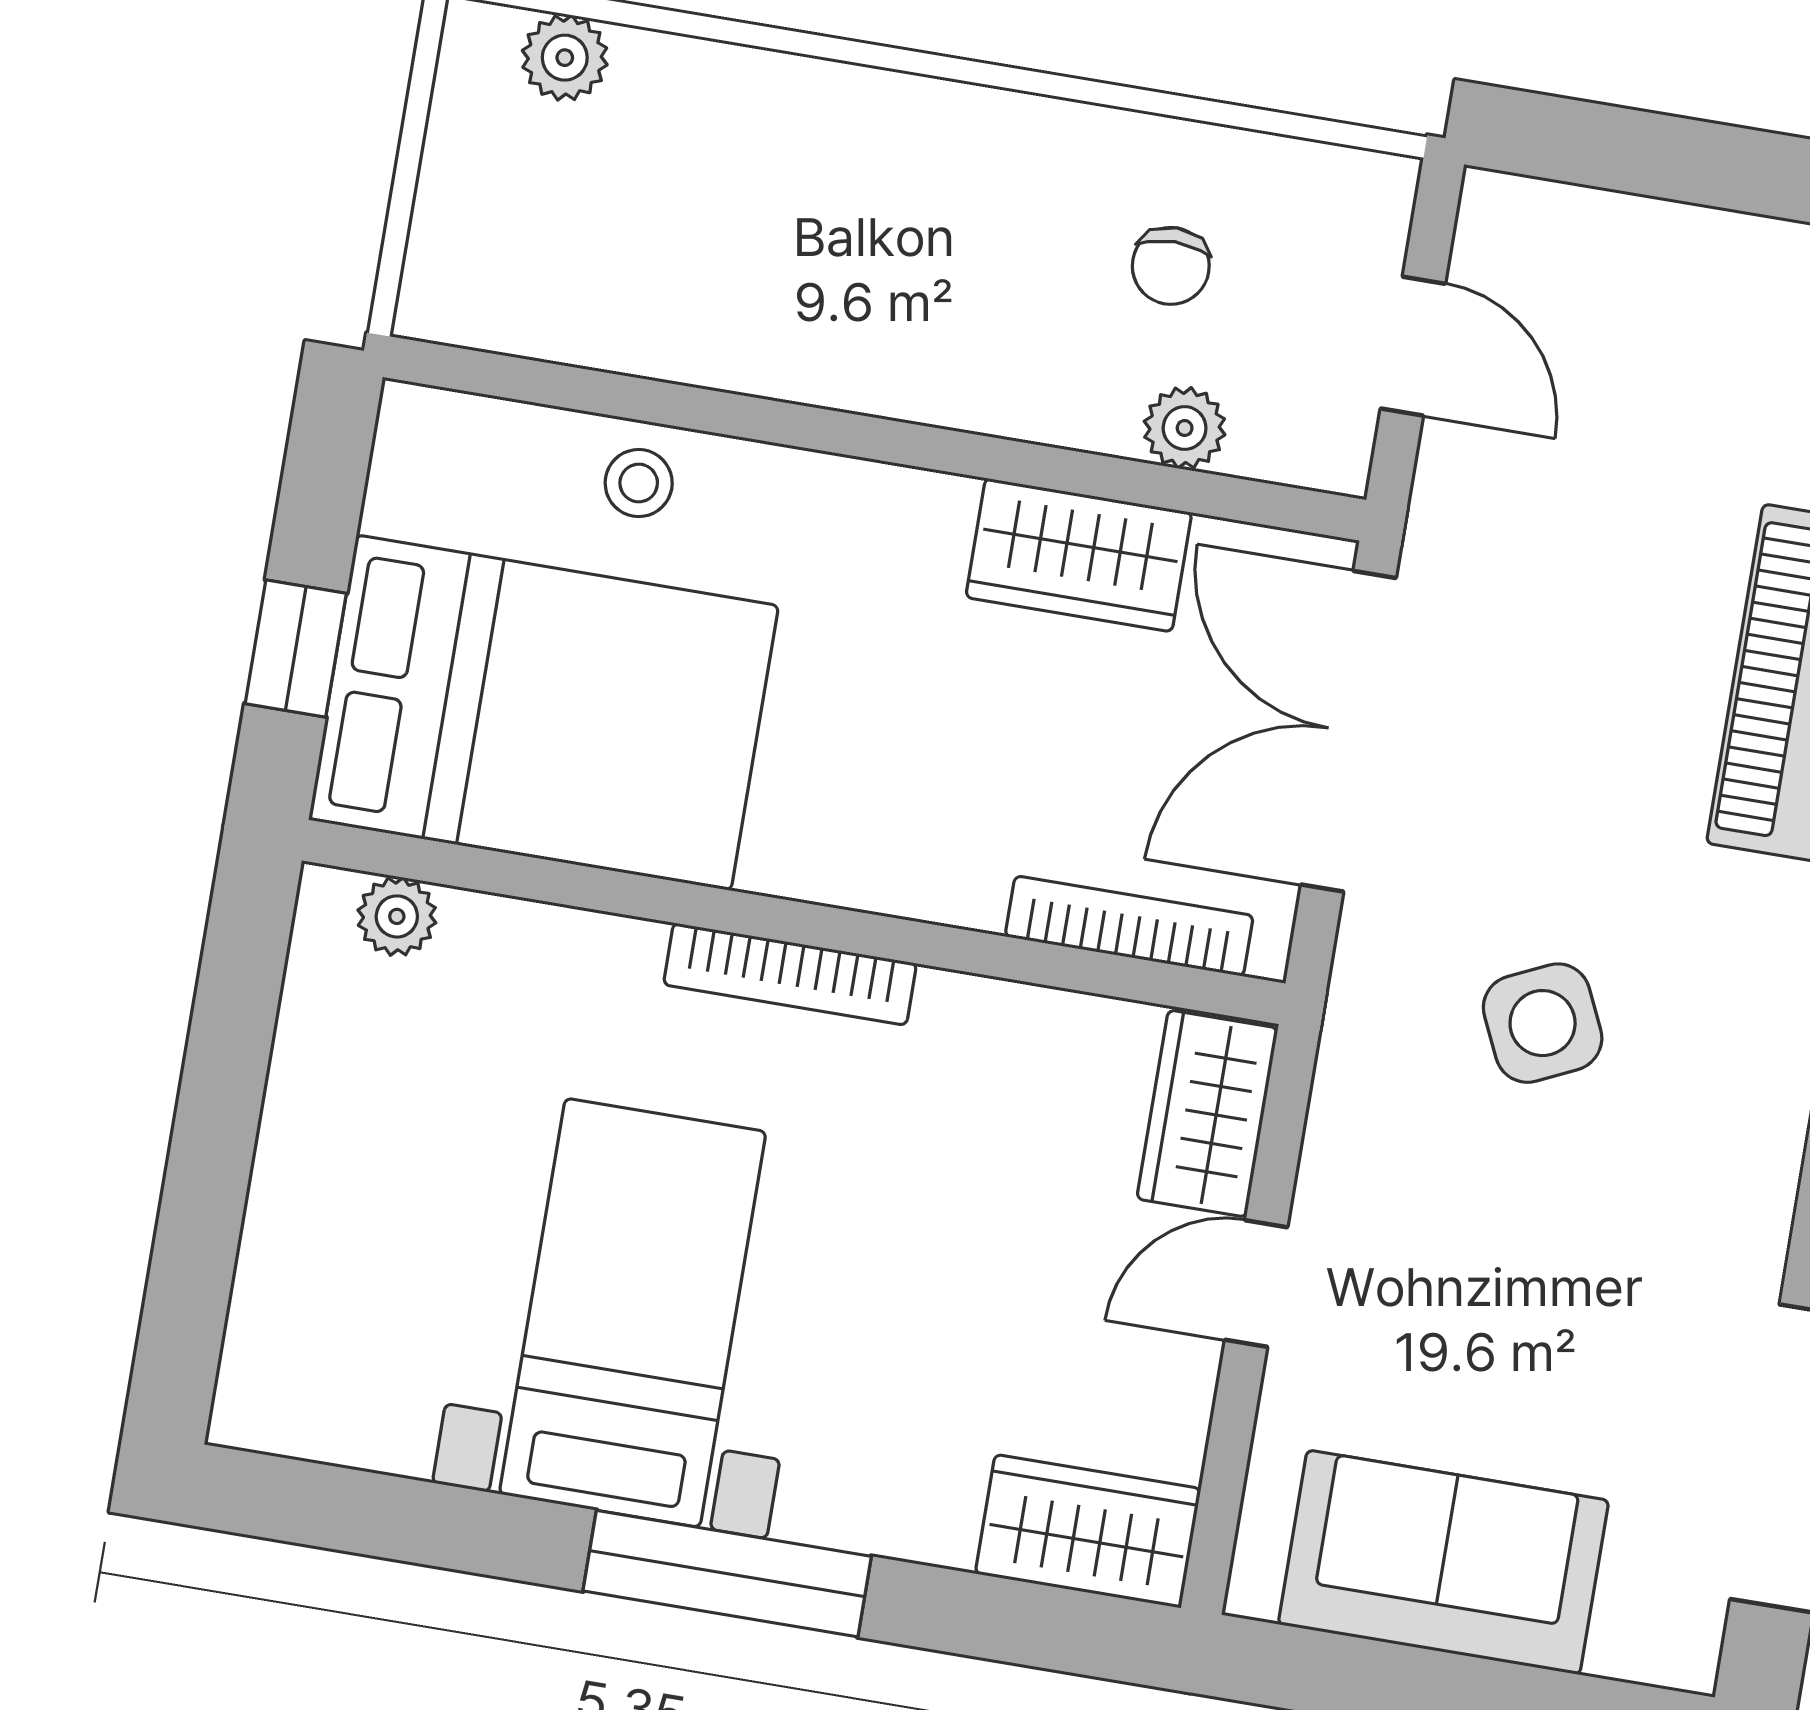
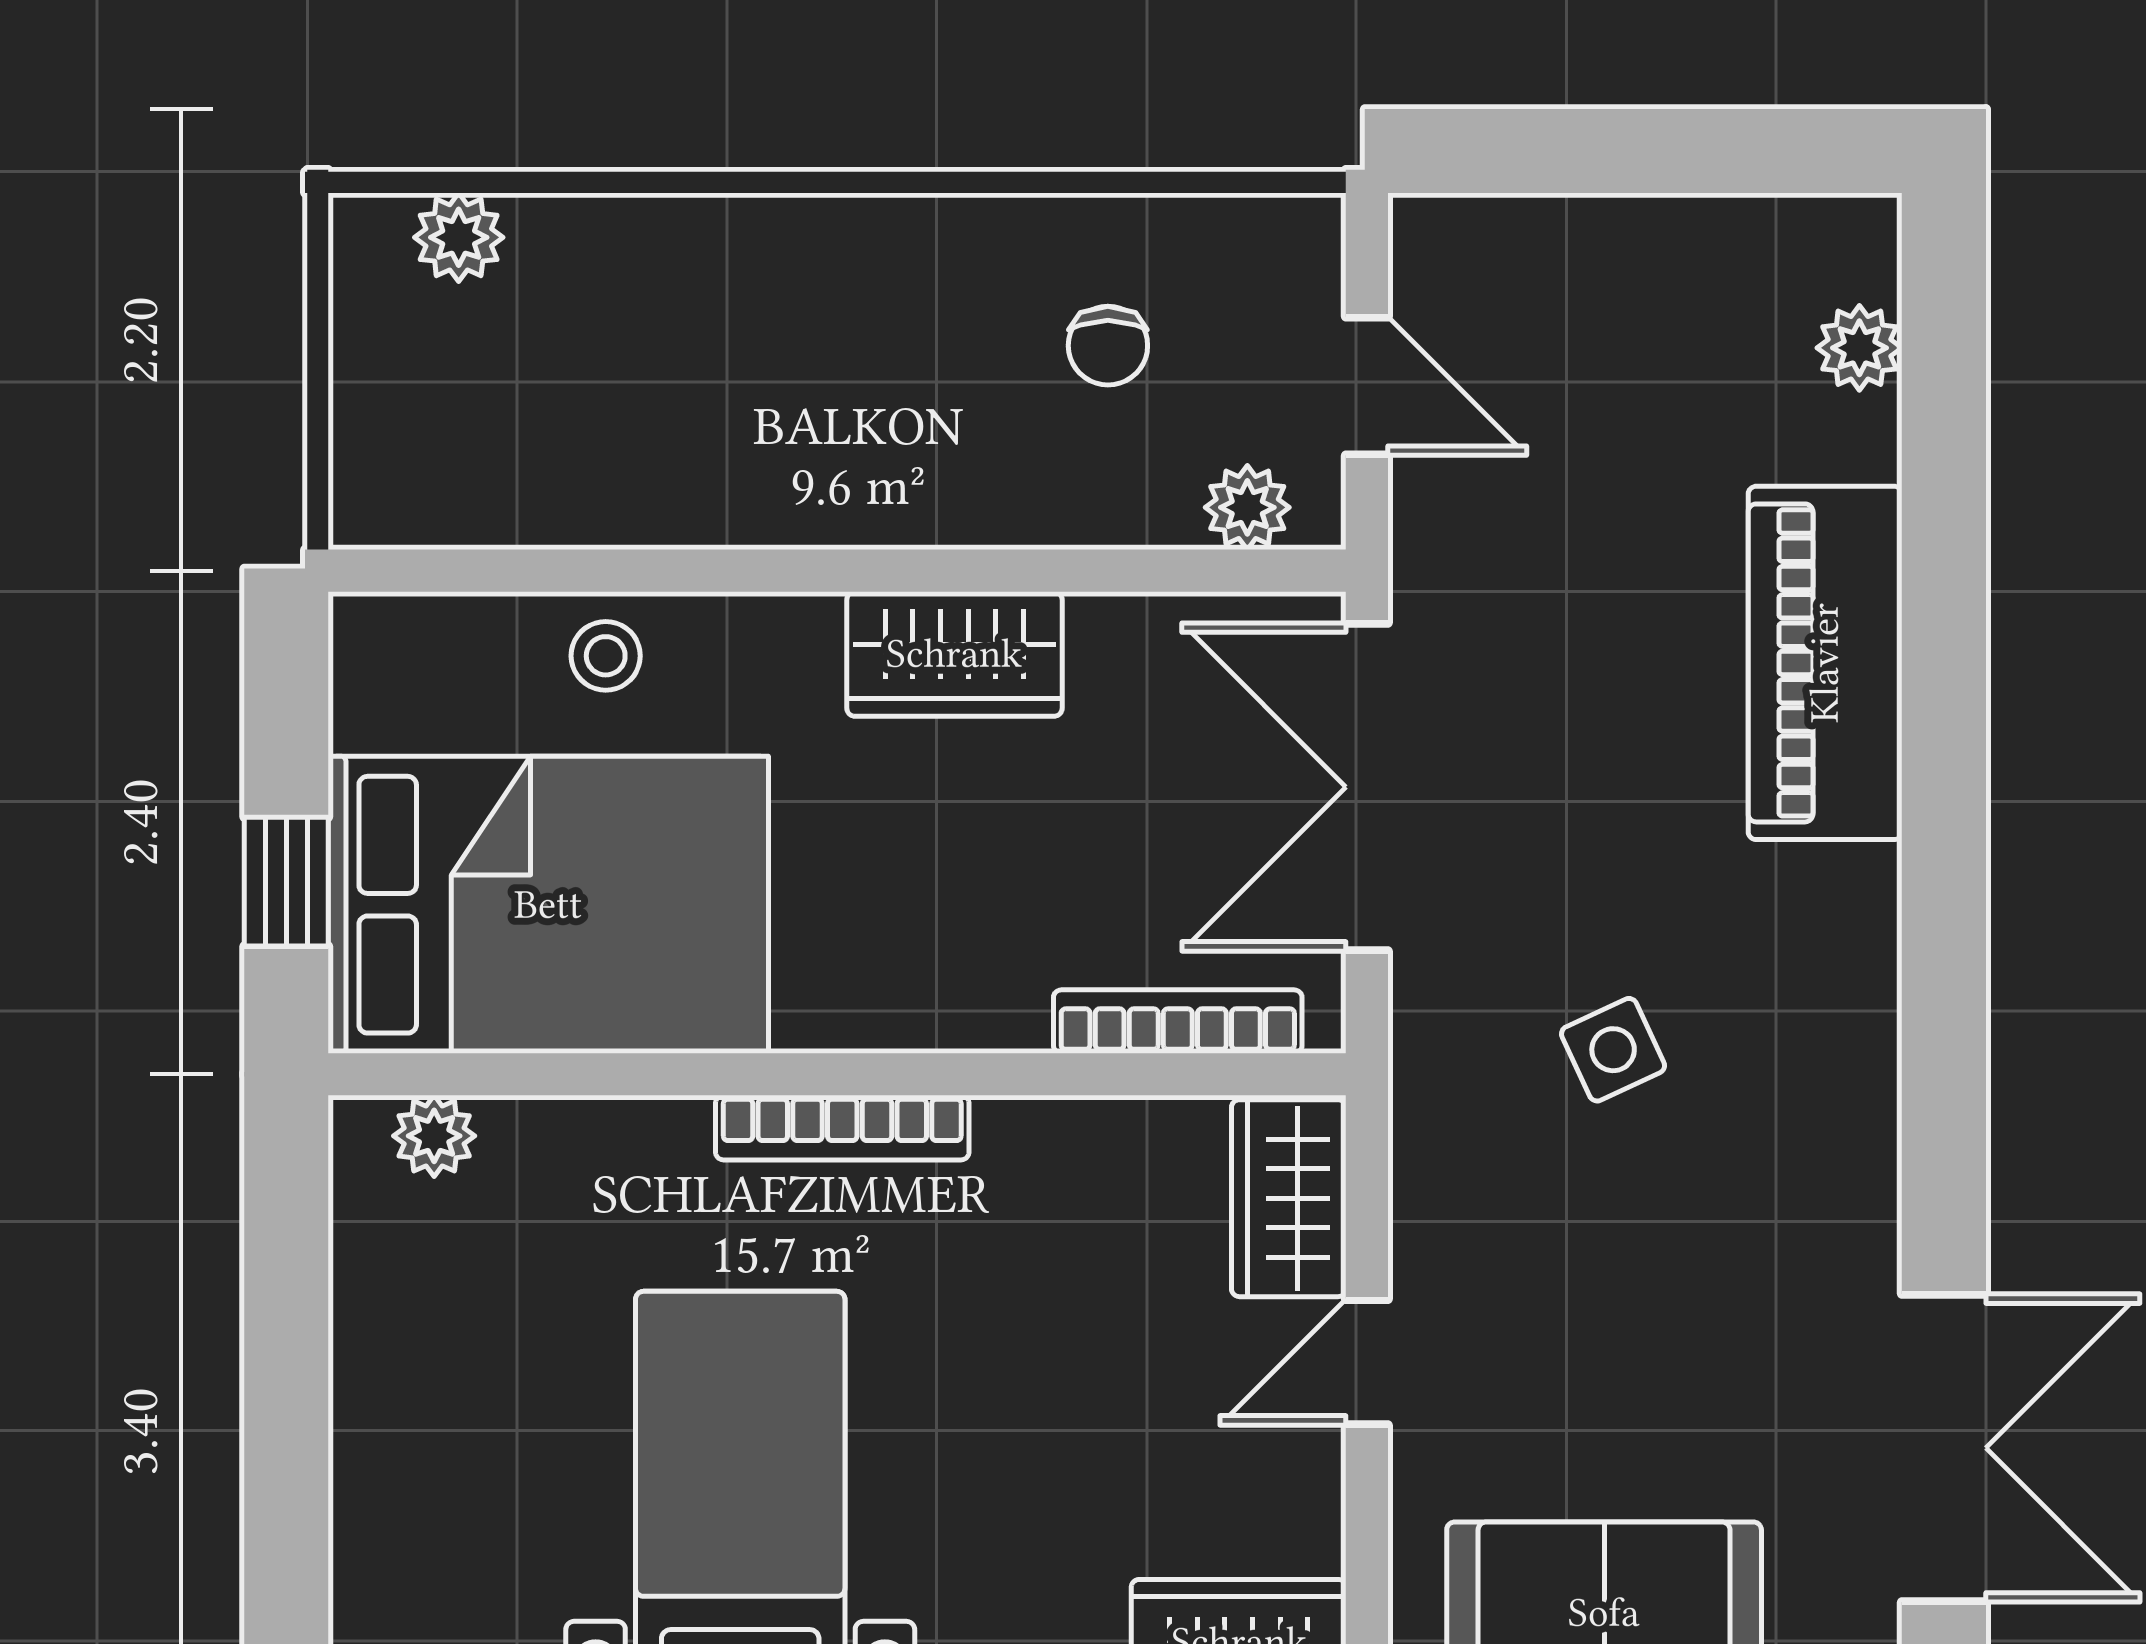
plant: (1185, 428) -> (1247, 507), moved
wardrobe: (1079, 555) -> (954, 654), moved
side table: (1543, 1023) -> (1613, 1050), width x0.73, depth x0.73

